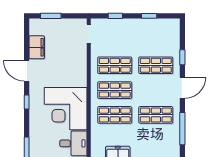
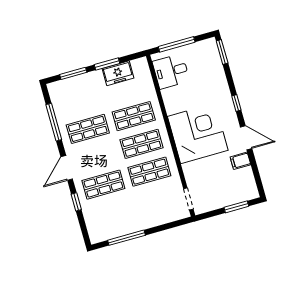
window: (115, 16) -> (164, 227), removed
window: (149, 16) -> (126, 238), width x2.17
filing cabinet: (37, 47) -> (240, 161), width x0.50
corner desk: (66, 109) -> (198, 133), moved

